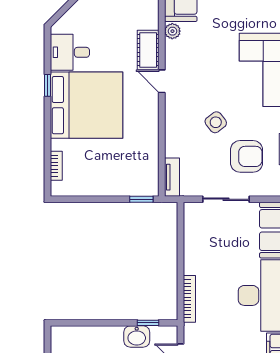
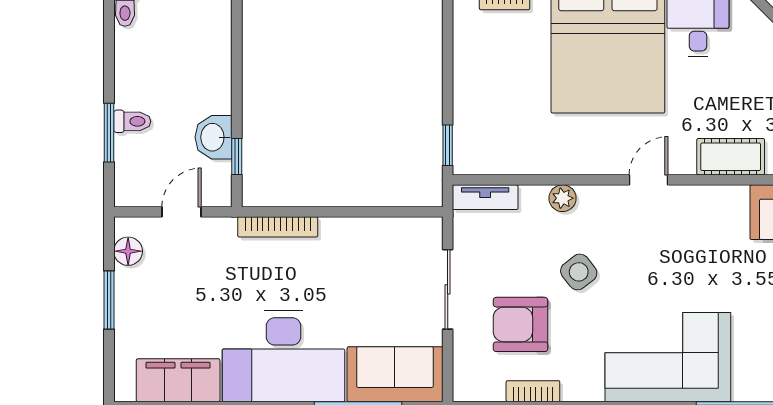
plant: (172, 31) -> (563, 198), moved
cot: (148, 50) -> (731, 157), moved
armchair: (247, 156) -> (521, 324), turned 90

